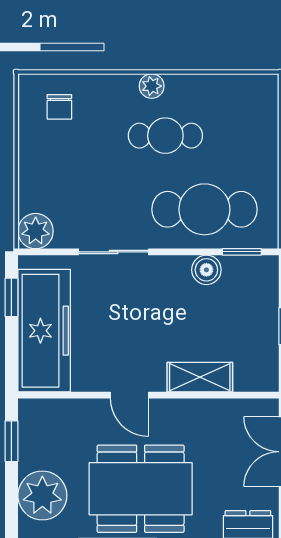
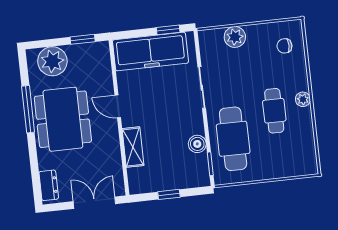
plant: (36, 231) -> (235, 37), moved
door: (130, 395) -> (118, 106), hinge flipped

